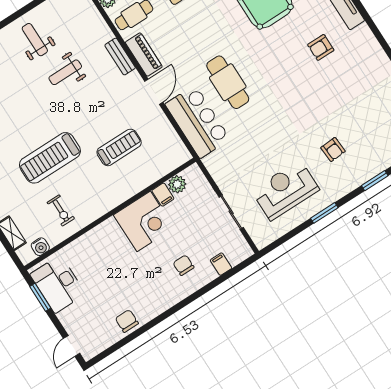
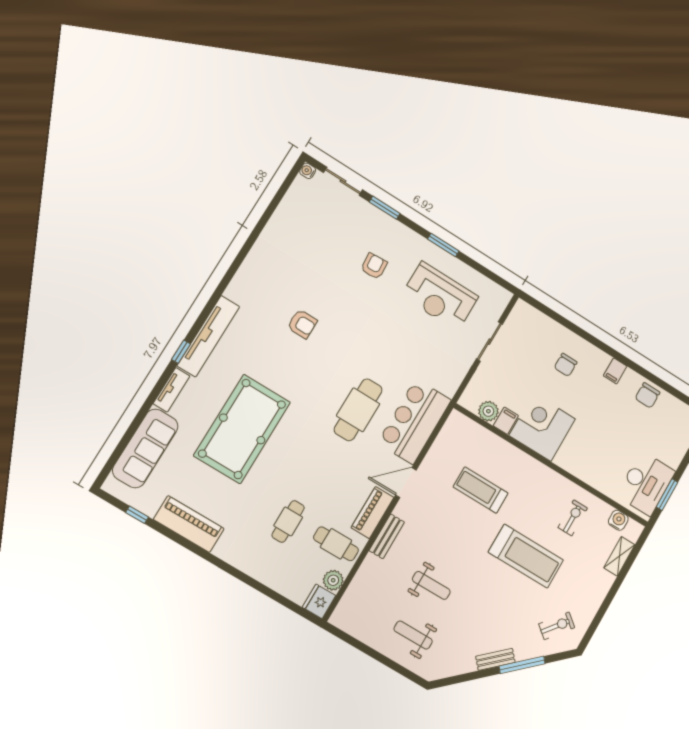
weight bench: (35, 40) -> (413, 635), turned 90
armchair: (321, 47) -> (302, 324), moved
filing cabinet: (221, 264) -> (615, 371), moved

